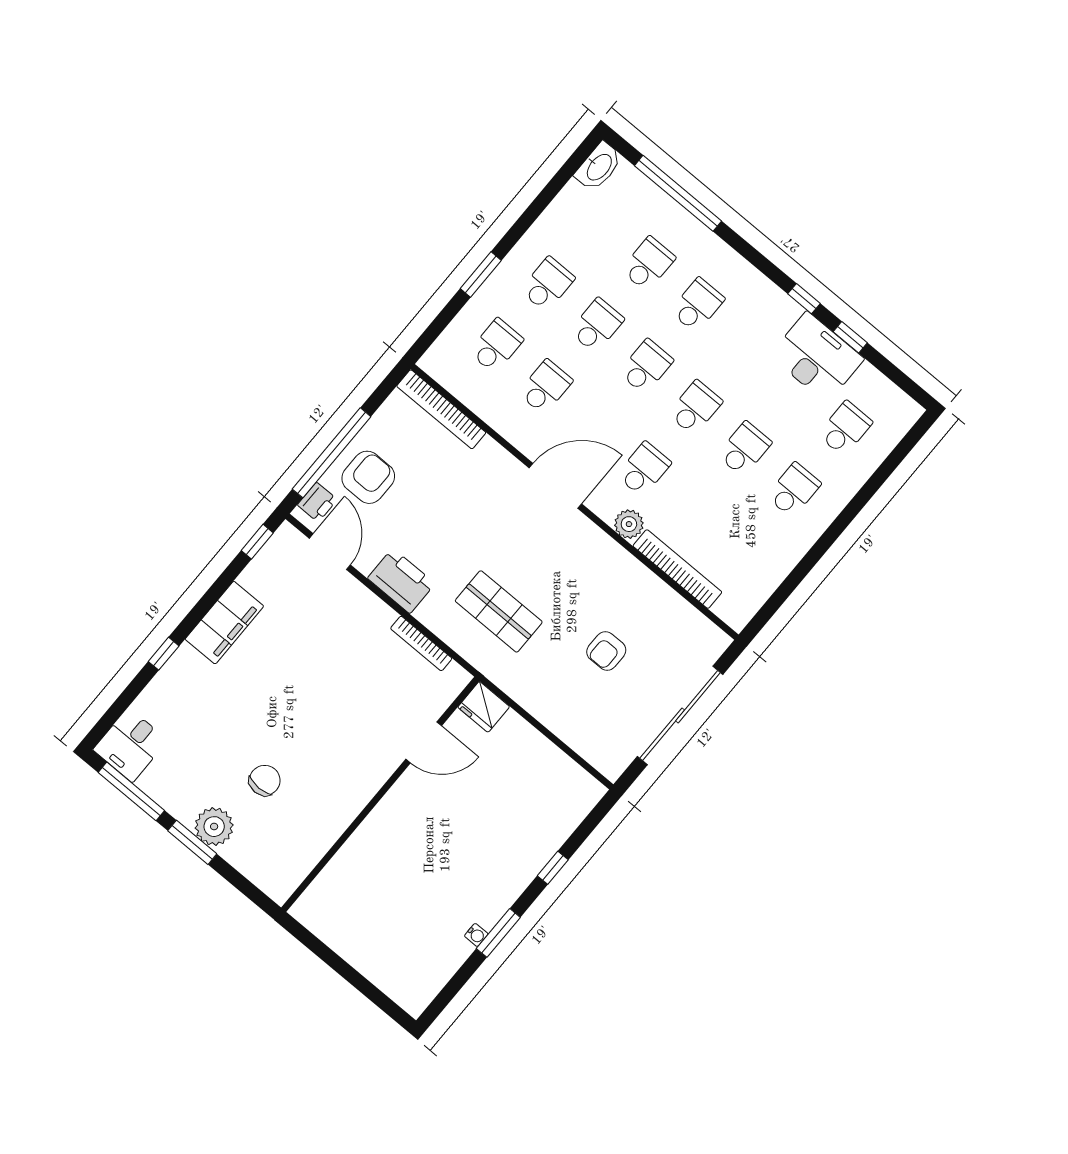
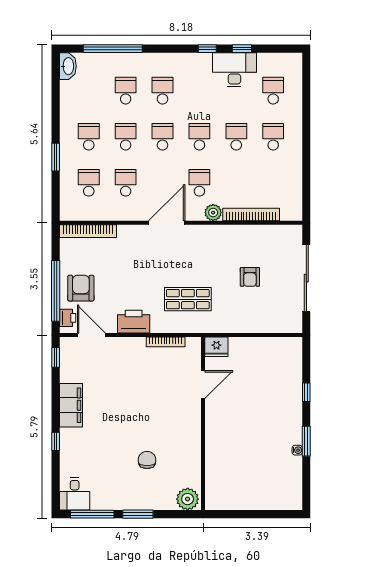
plant: (214, 827) -> (188, 499), moved

